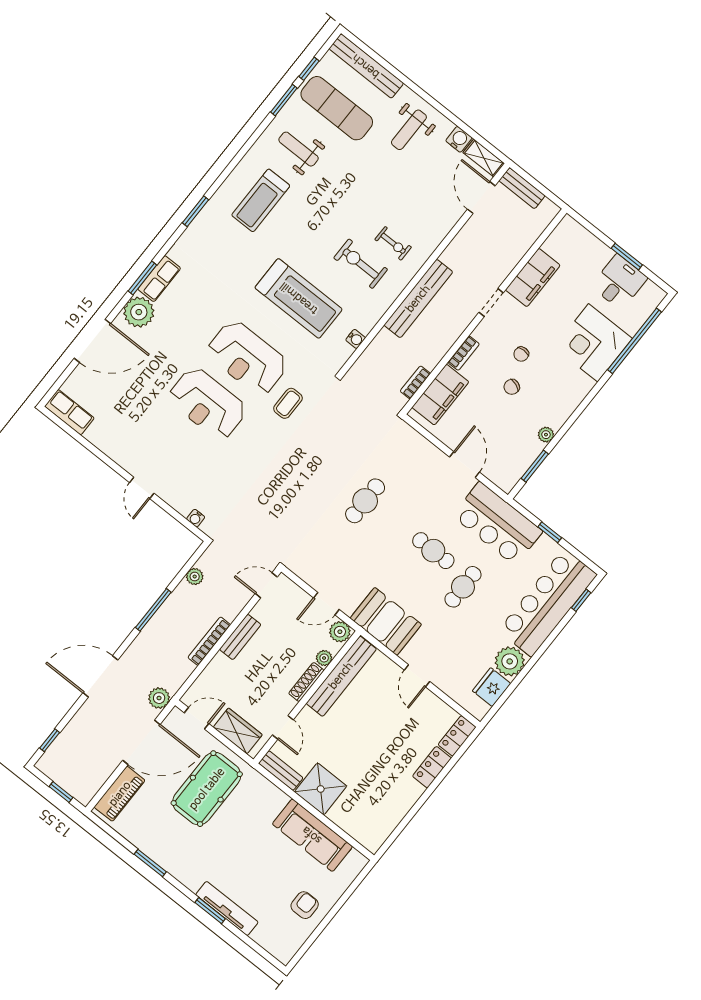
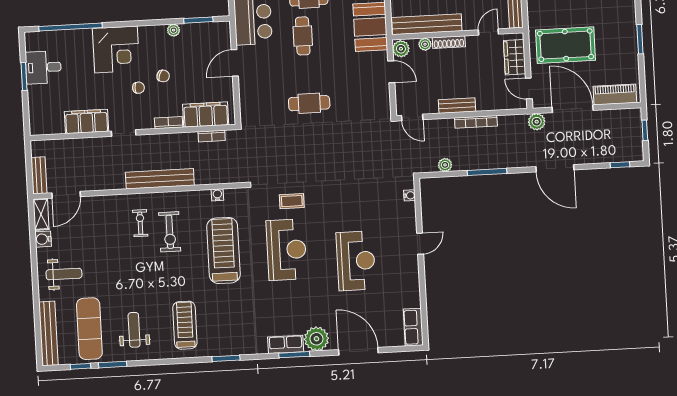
weight bench: (299, 149) -> (134, 330), turned 180
treadmill: (261, 200) -> (185, 325), turned -90
corner desk: (593, 343) -> (116, 49), moved
reception desk: (207, 404) -> (356, 261), moved

